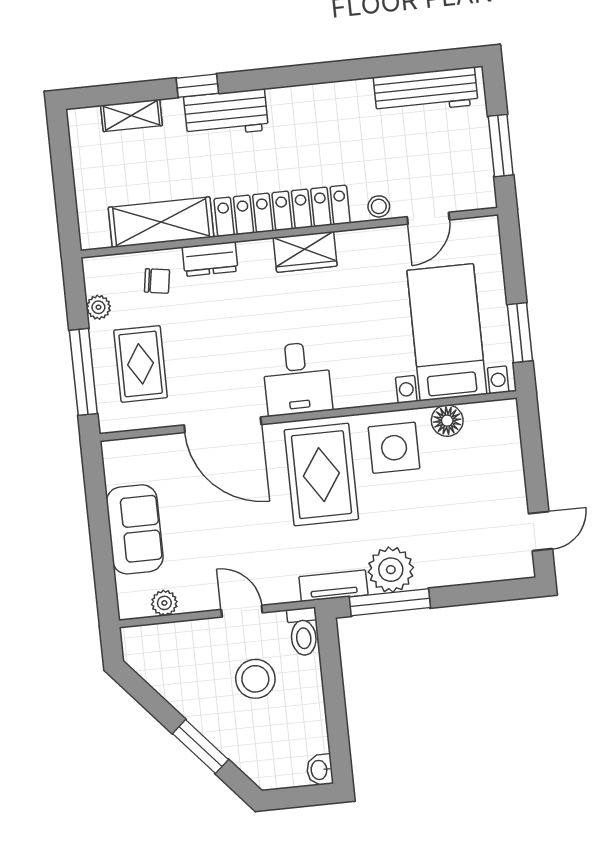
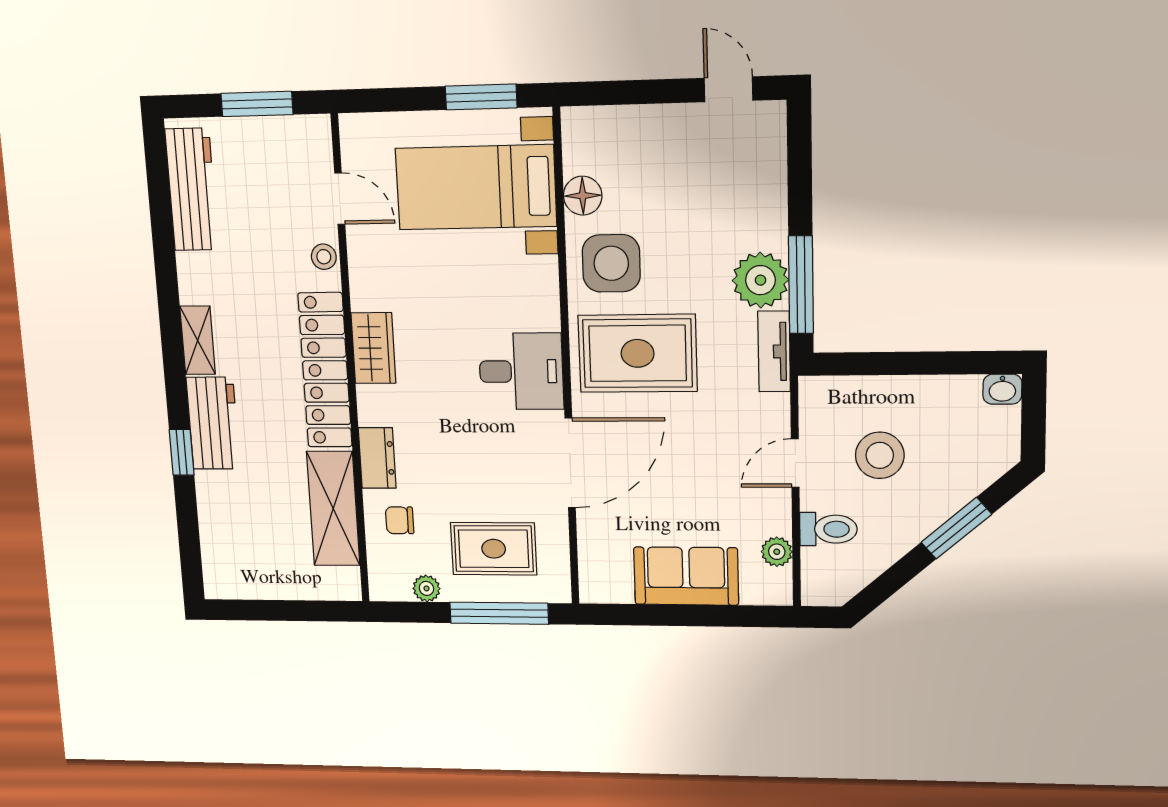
shelving: (131, 115) -> (198, 340), moved
chair: (157, 281) -> (400, 520), turned -99
toilet: (303, 632) -> (828, 529), moved

